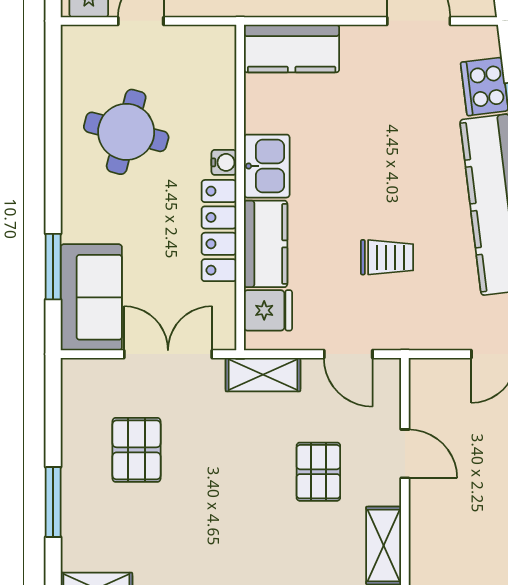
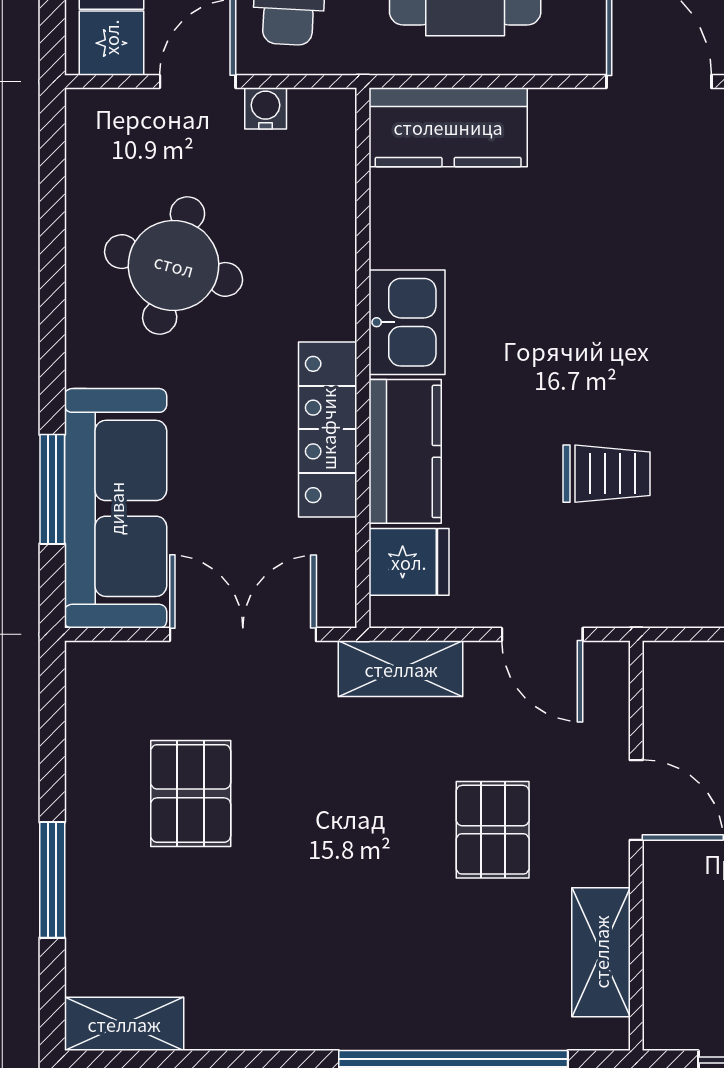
water cooler: (224, 162) -> (266, 108), moved, turned -90
sofa: (91, 297) -> (116, 508), width x1.36

